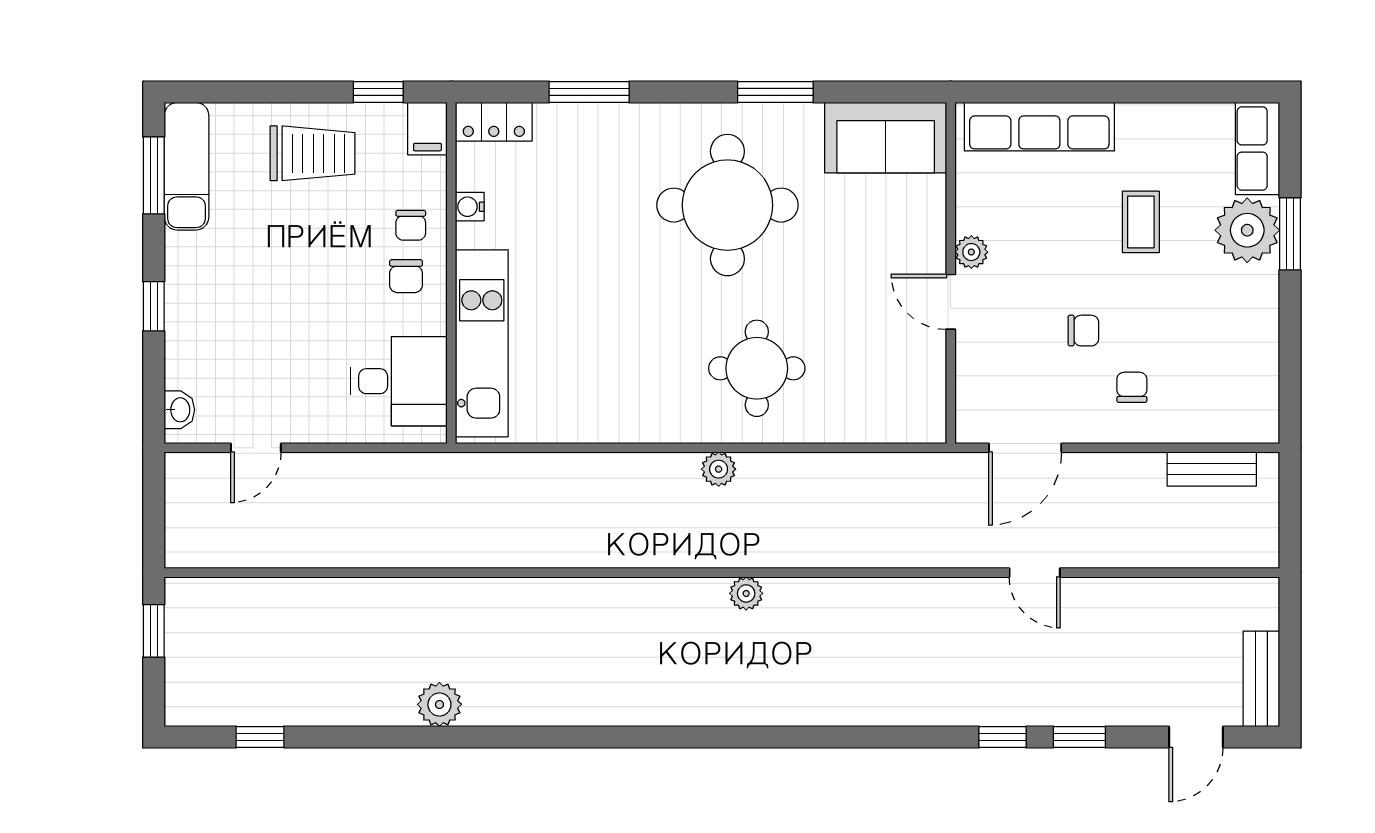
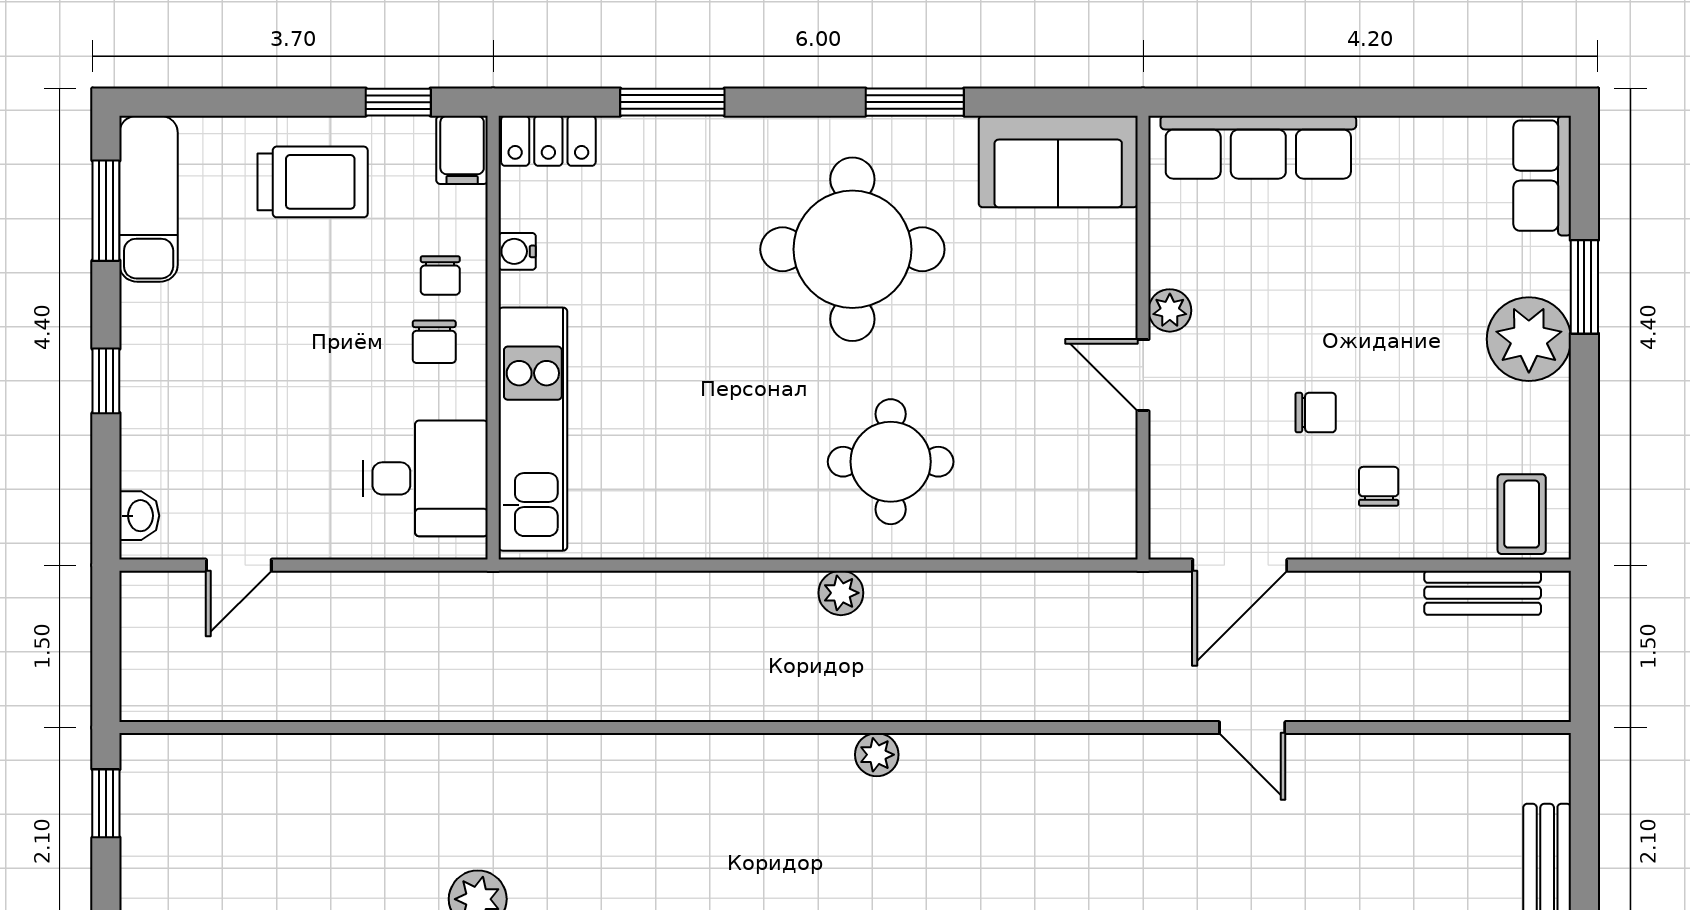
coffee table: (1141, 222) -> (1522, 514), moved
plant: (1247, 230) -> (1529, 339), moved

